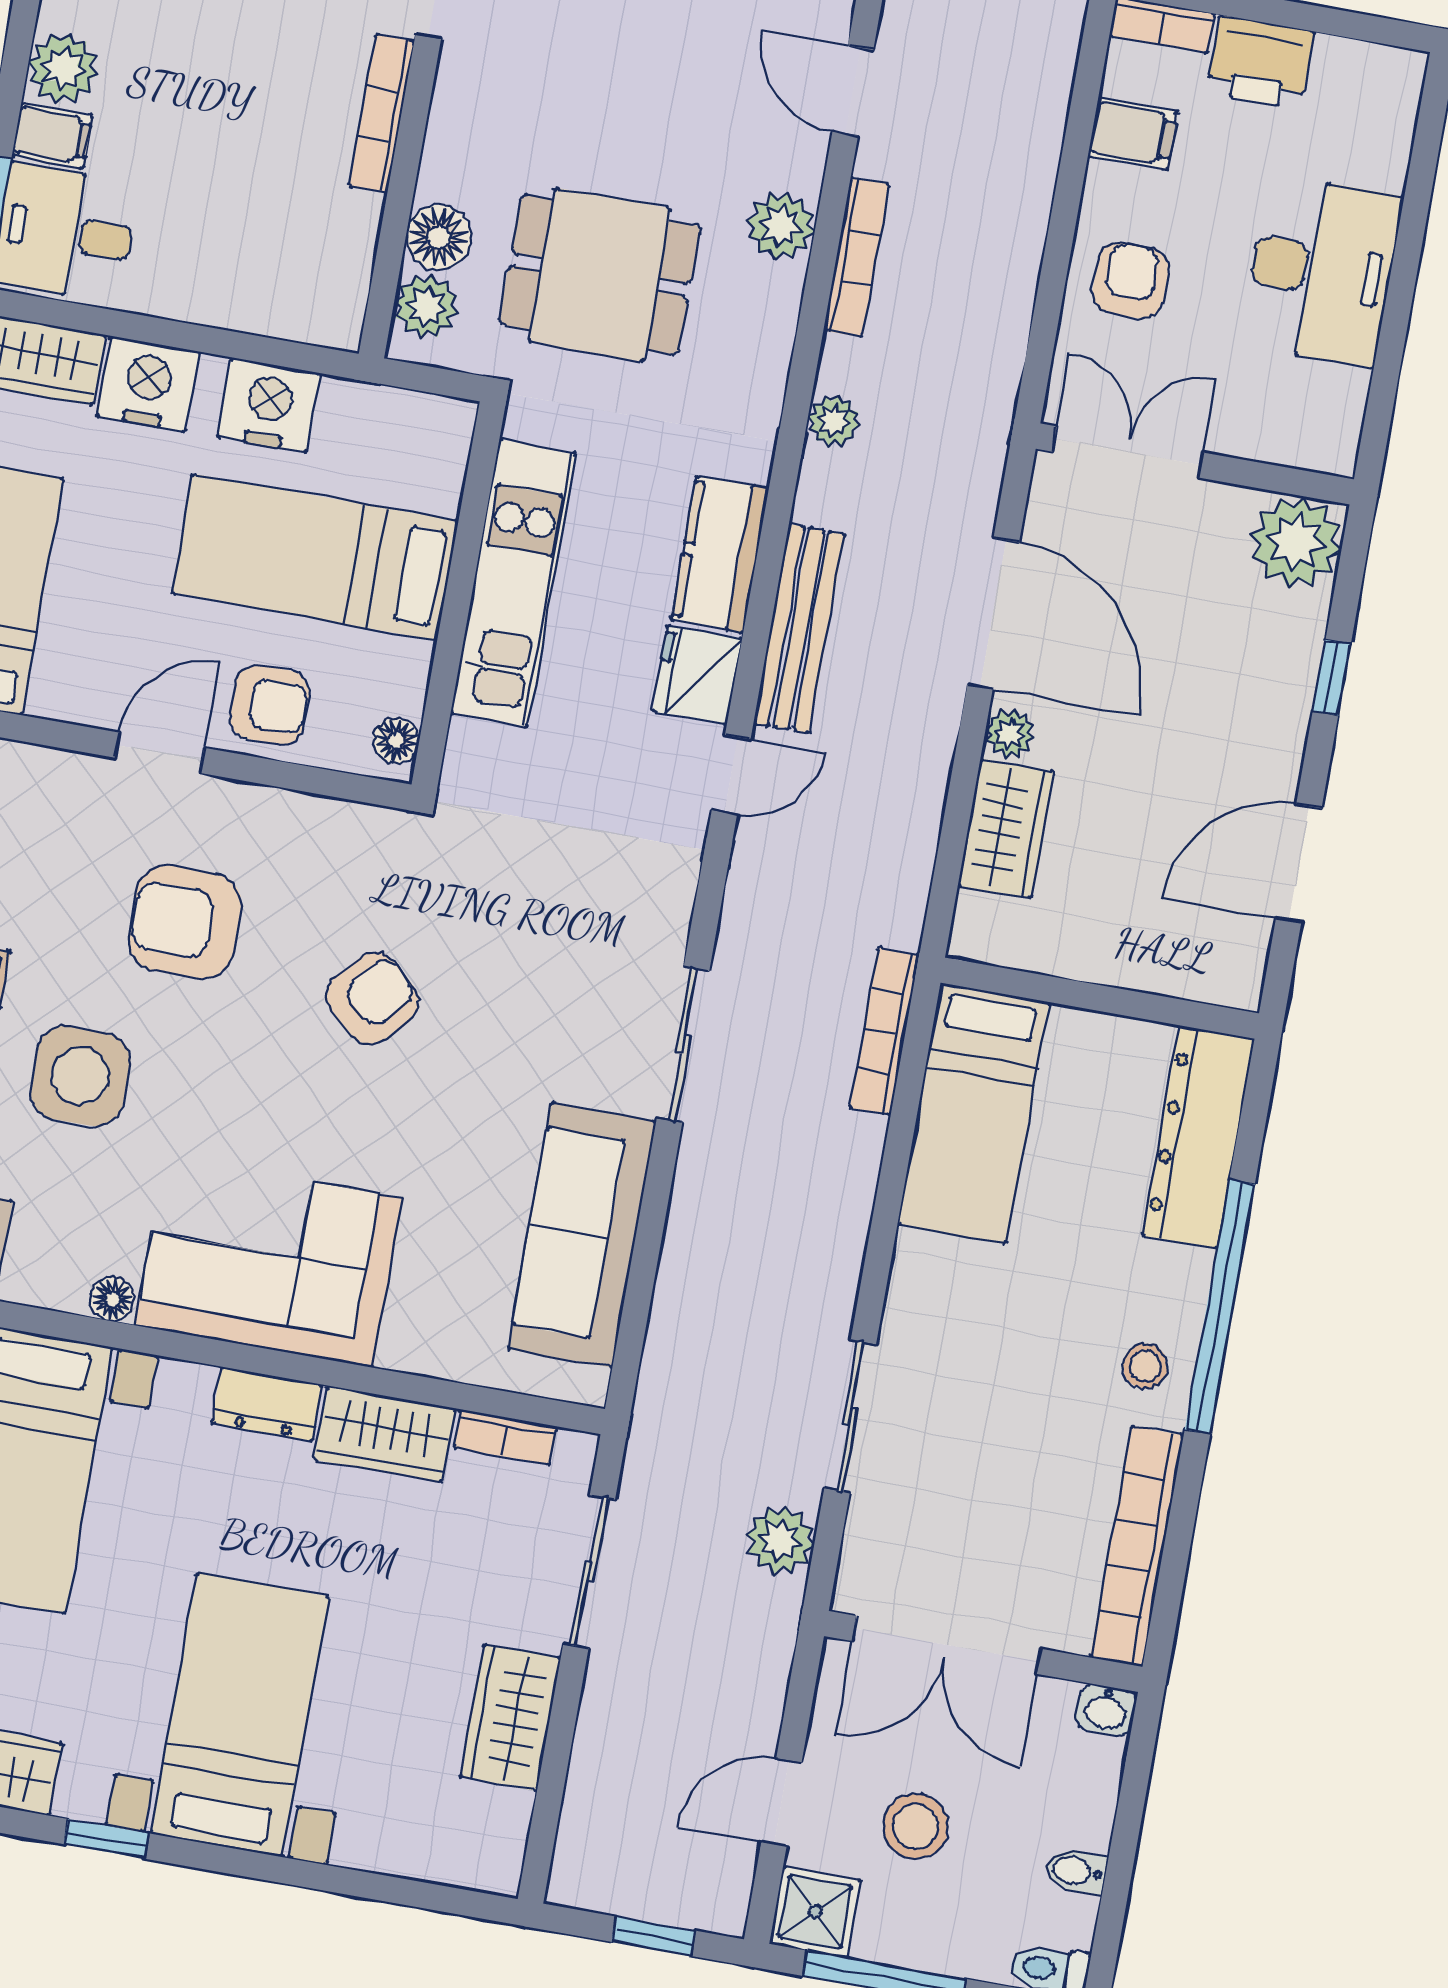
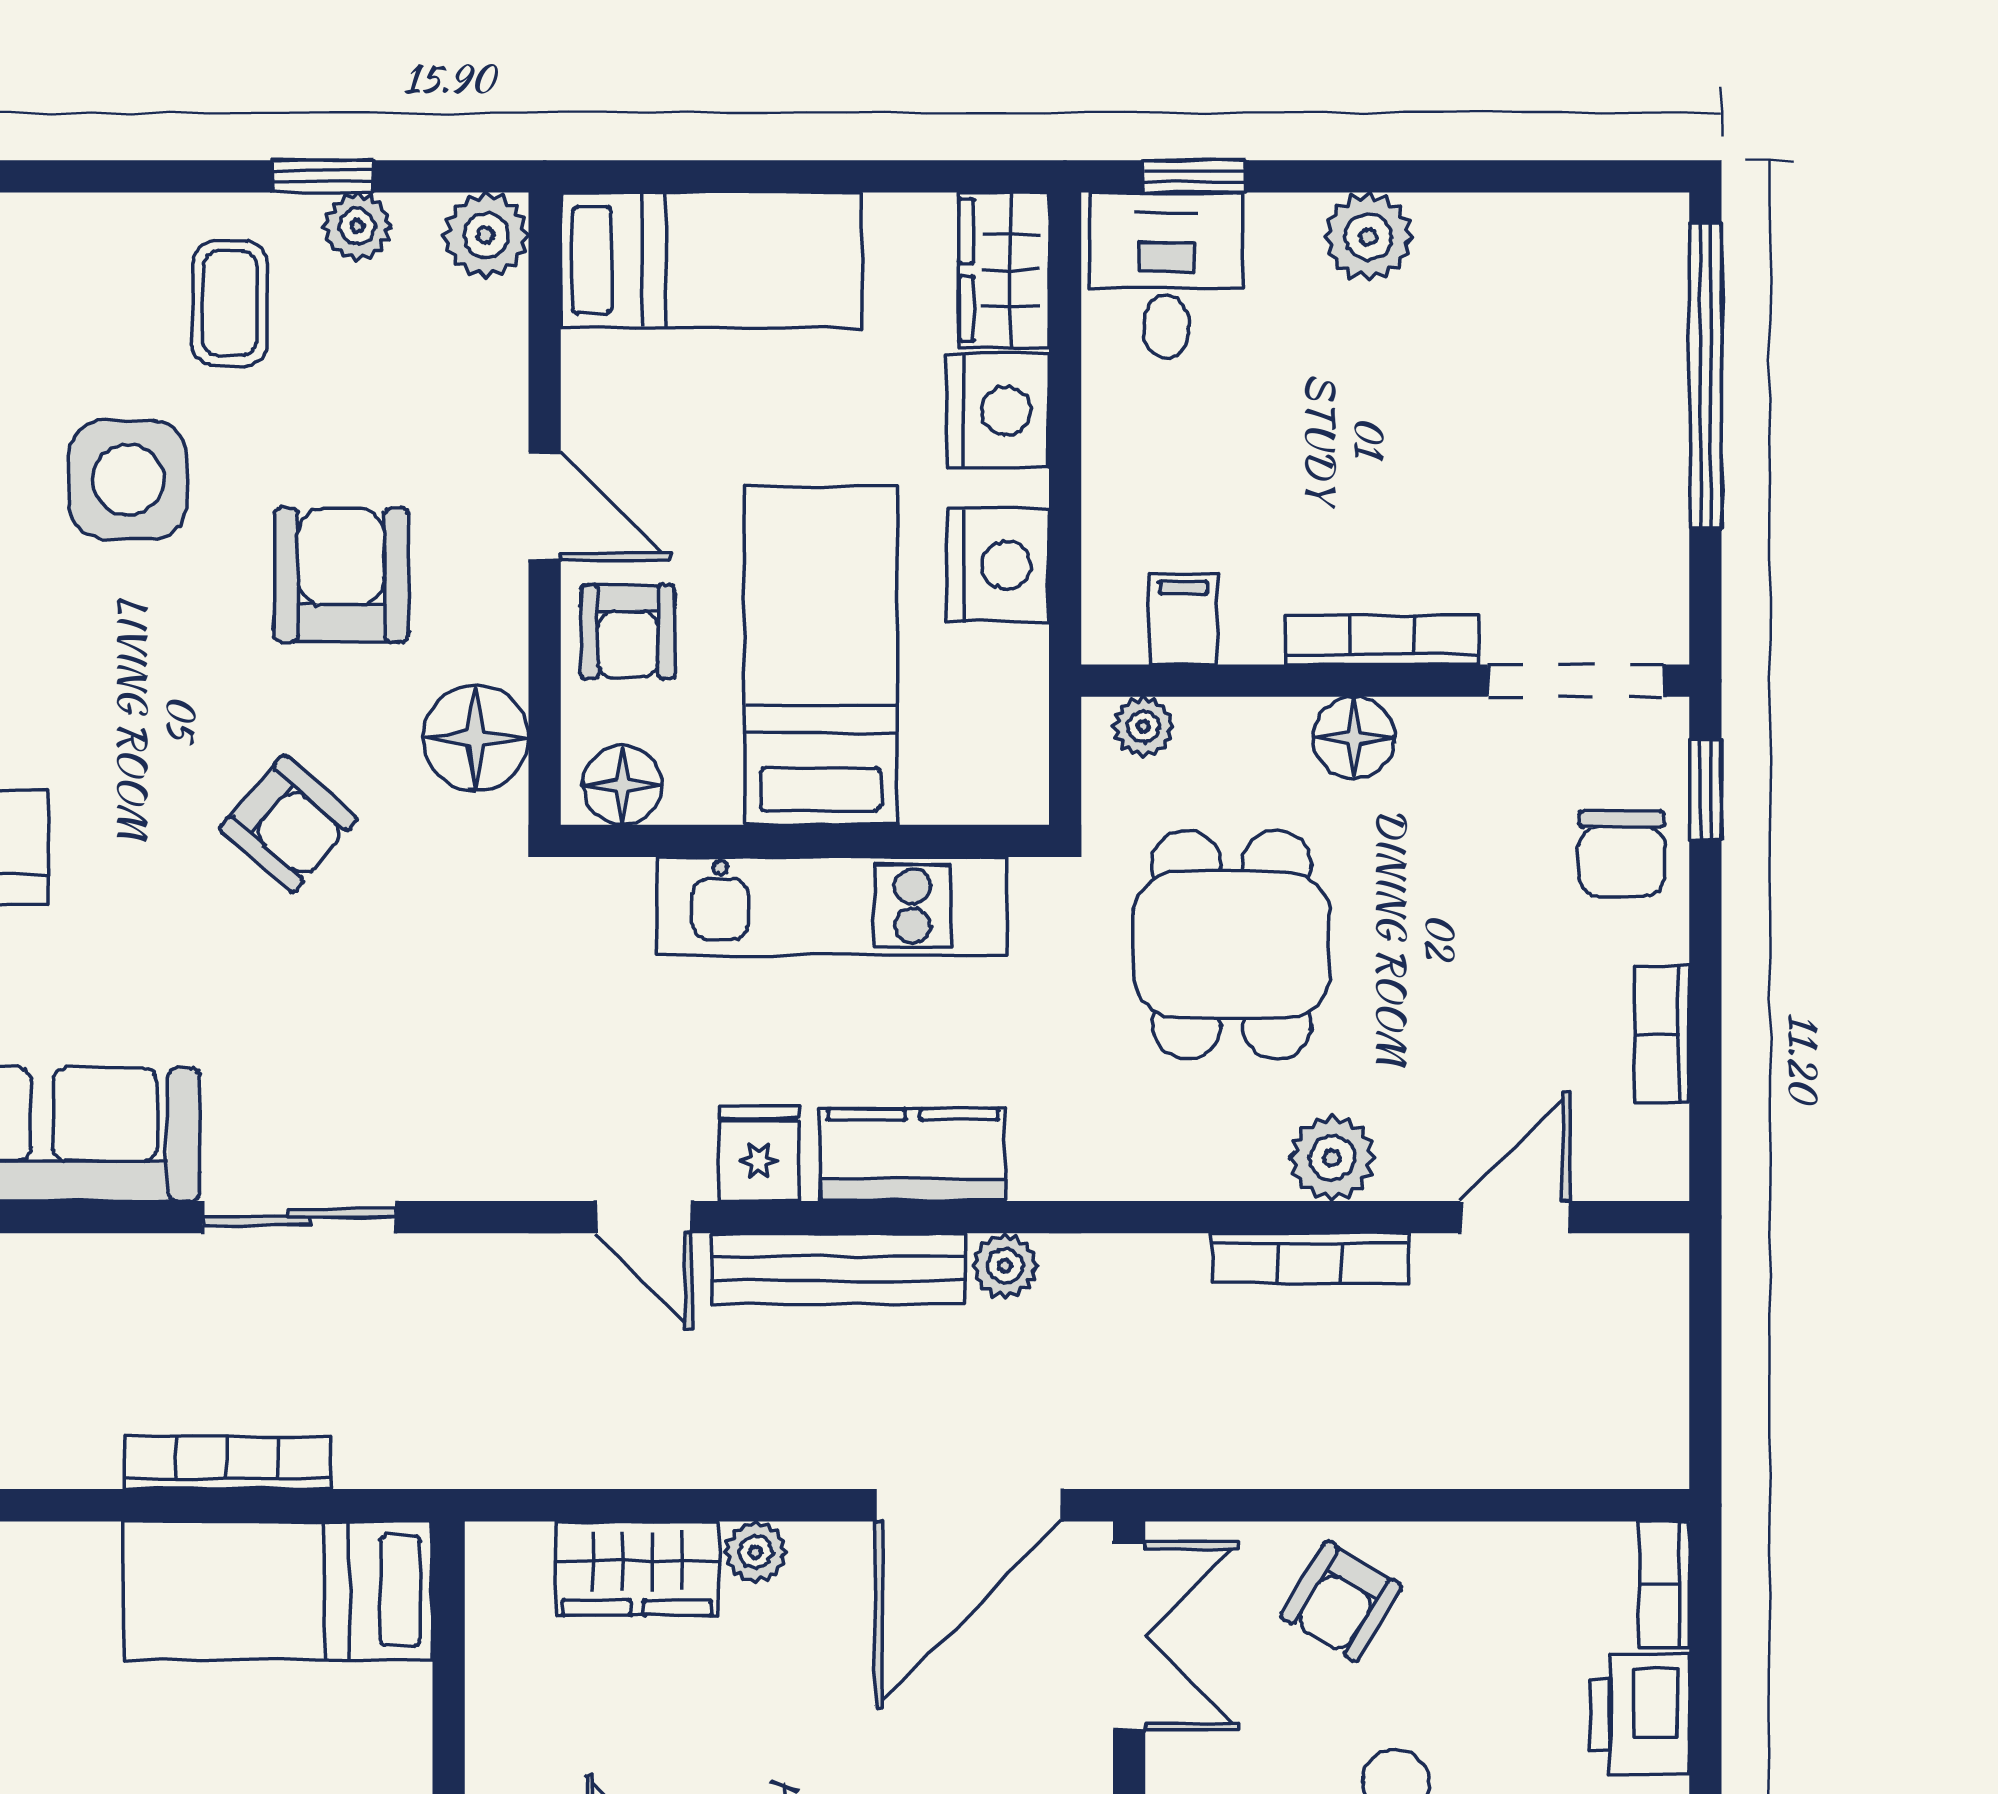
filing cabinet: (1133, 133) -> (1524, 1572), removed
filing cabinet: (52, 135) -> (1183, 619), moved, turned 180
floor lamp: (439, 237) -> (1354, 738), moved
armchair: (1131, 281) -> (1341, 1602), turned 121
plant: (426, 307) -> (1143, 727), width x0.73, depth x0.73
plant: (834, 421) -> (1005, 1266), moved
door: (993, 613) -> (969, 1505), moved
fridge: (697, 675) -> (759, 1153), width x0.72
floor lamp: (396, 741) -> (623, 785), width x1.37, depth x1.37
floor lamp: (332, 839) -> (476, 738), added
bookcase: (884, 1032) -> (227, 1463), moved

